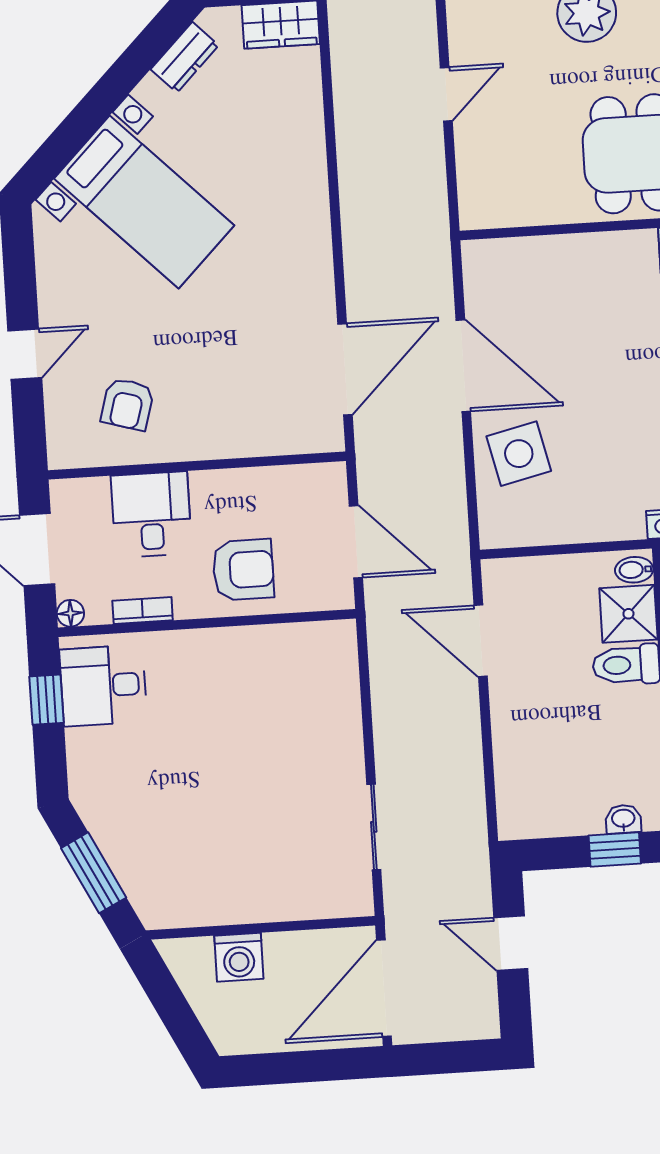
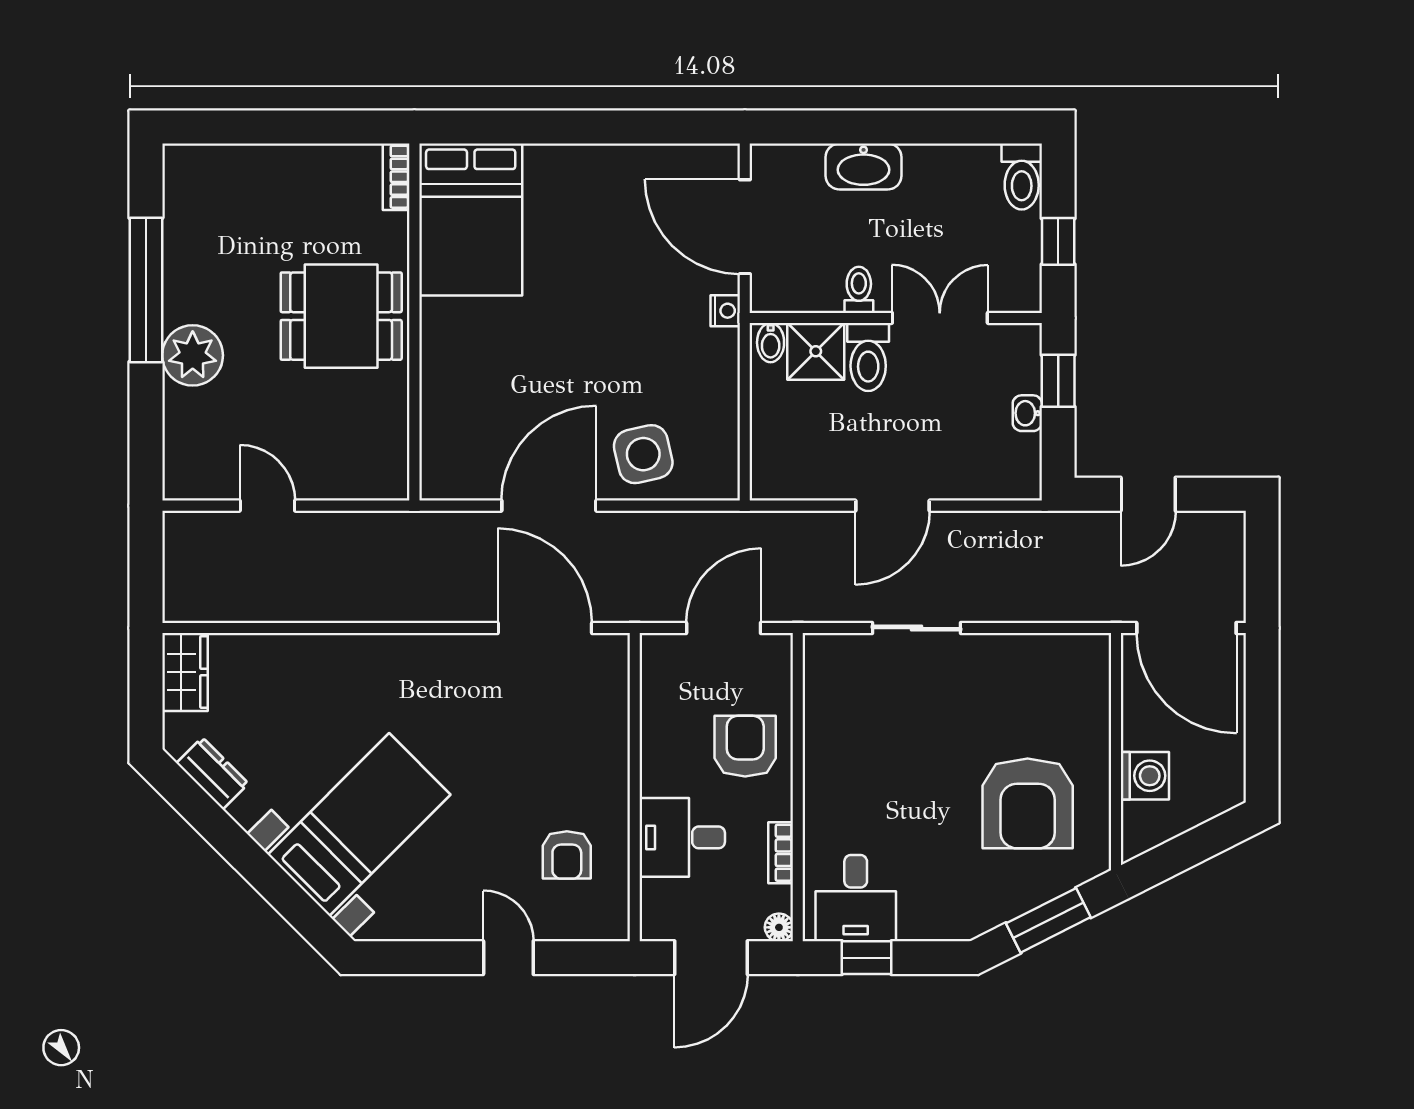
armchair: (127, 404) -> (567, 855), turned 74
door: (481, 641) -> (893, 506), moved
washbasin: (623, 819) -> (1027, 413), moved
sliding door: (374, 827) -> (917, 628), moved
armchair: (205, 846) -> (1028, 803), added

